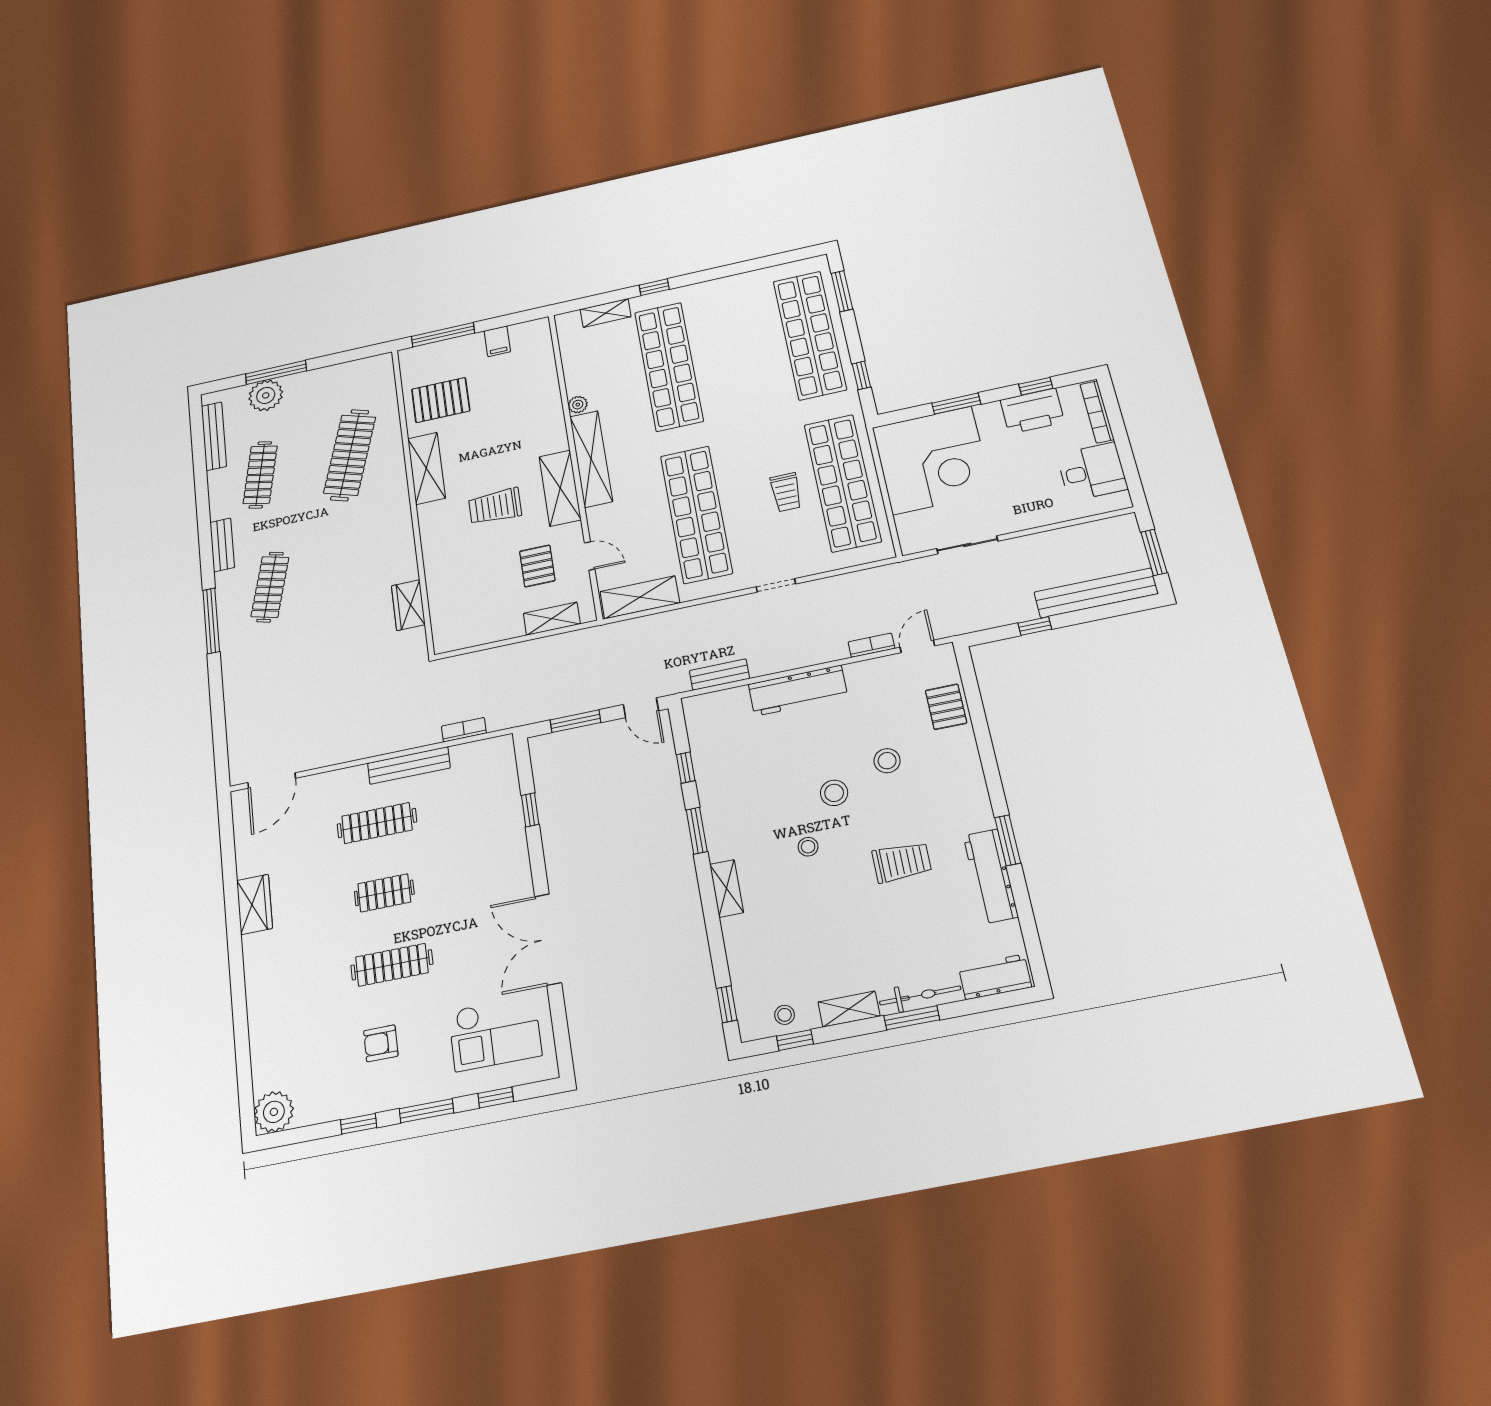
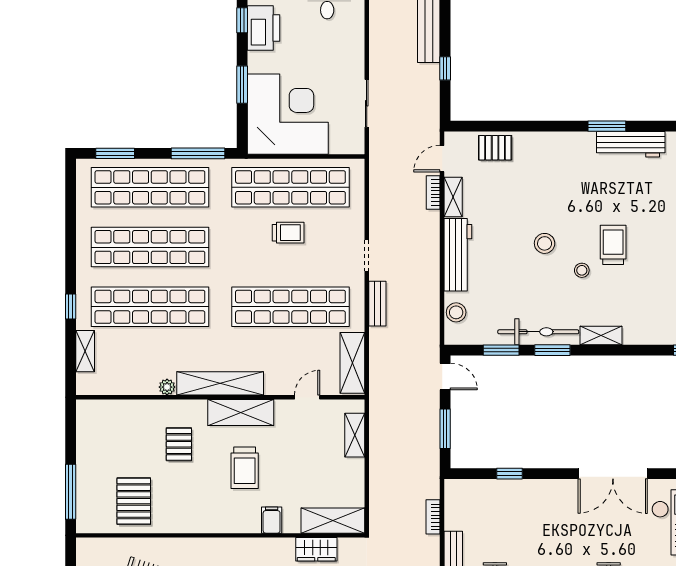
filing cabinet: (497, 341) -> (272, 520), moved, turned -90
shop shelf: (739, 351) -> (150, 247), added
window: (861, 375) -> (198, 153), width x2.17
shelving: (426, 468) -> (333, 521), moved
pallet: (537, 566) -> (179, 444), moved, turned 90
door: (917, 646) -> (442, 159), hinge flipped
shelving: (871, 670) -> (453, 197), added
bench: (719, 675) -> (377, 304), moved
door: (641, 708) -> (445, 376), hinge flipped
stool: (887, 761) -> (456, 312), moved
window: (686, 768) -> (501, 350), width x1.50
bicycle: (717, 808) -> (538, 332), added
trolley: (902, 862) -> (613, 245), moved

